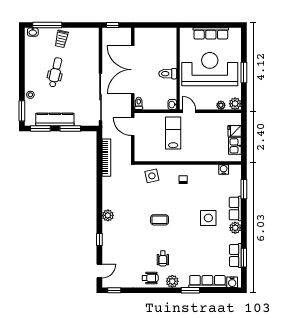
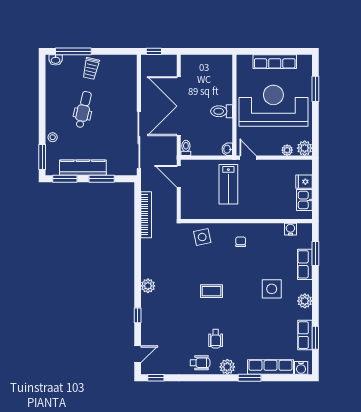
window: (244, 73) -> (315, 89), moved
lab bench: (173, 133) -> (228, 184), turned 180
row of seats: (235, 209) -> (305, 264), moved

